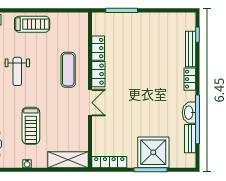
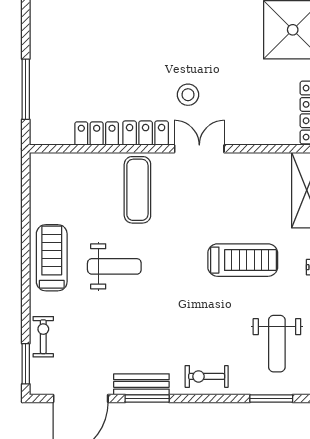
exercise mat: (68, 70) -> (137, 190), turned 90
weight bench: (17, 71) -> (114, 266), moved
stool: (119, 97) -> (188, 95), added

